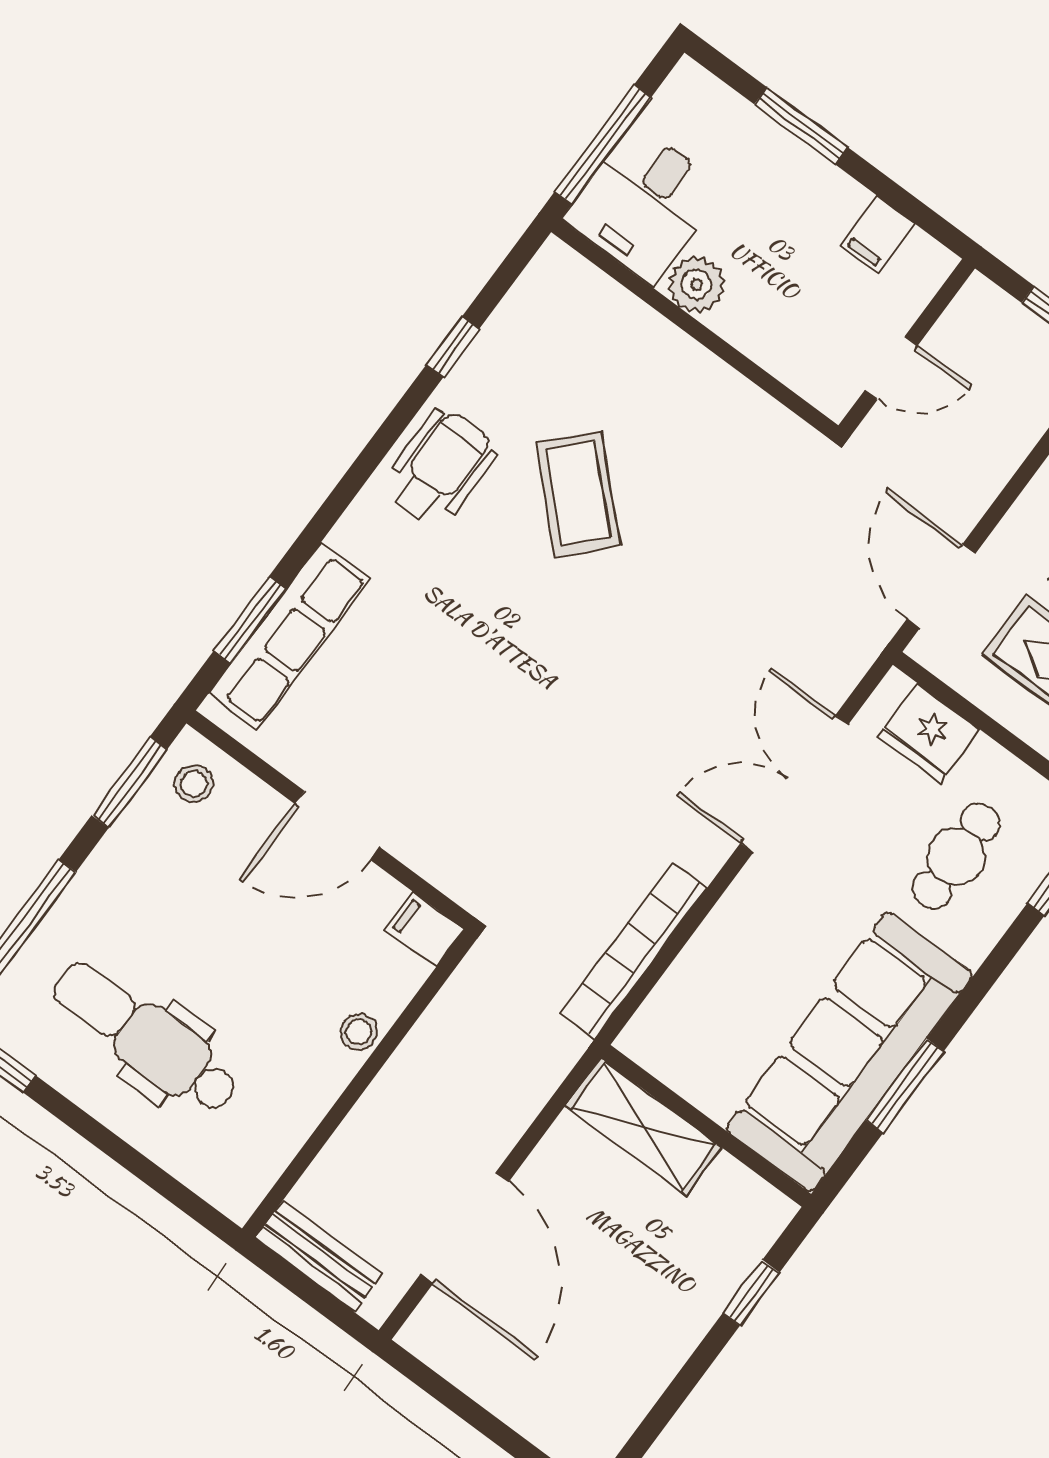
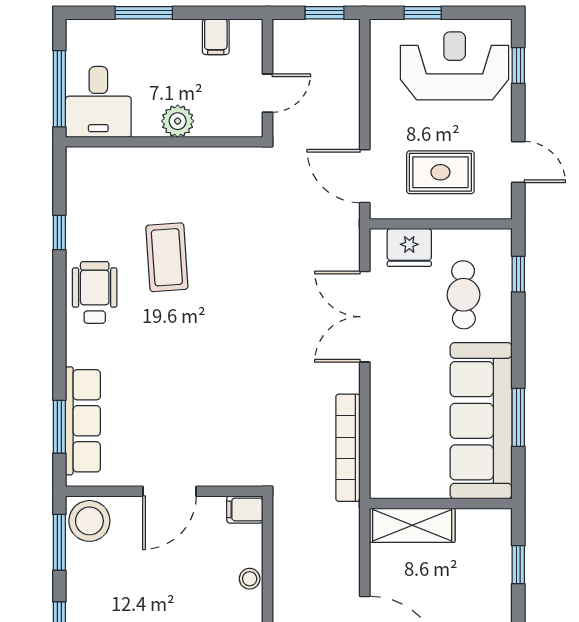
plant: (696, 284) -> (178, 121), moved
coffee table: (578, 494) -> (167, 257), turned 42
stool: (194, 784) -> (89, 521), width x1.89, depth x1.89

